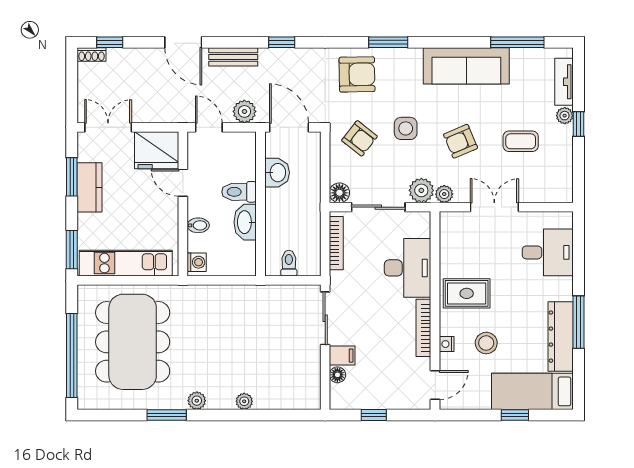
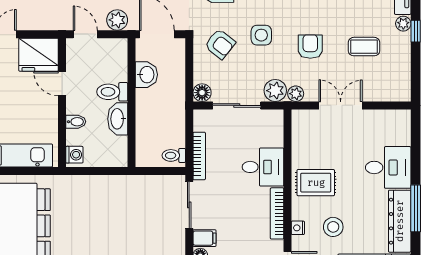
armchair: (461, 141) -> (310, 47), turned 113
bookcase: (336, 243) -> (199, 156), moved
desk: (548, 252) -> (388, 167), moved
toilet: (289, 263) -> (174, 155), moved, turned -90
desk: (408, 268) -> (263, 167), width x0.73

